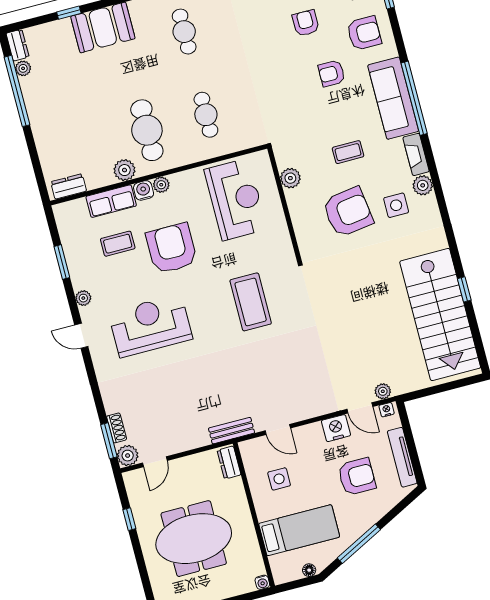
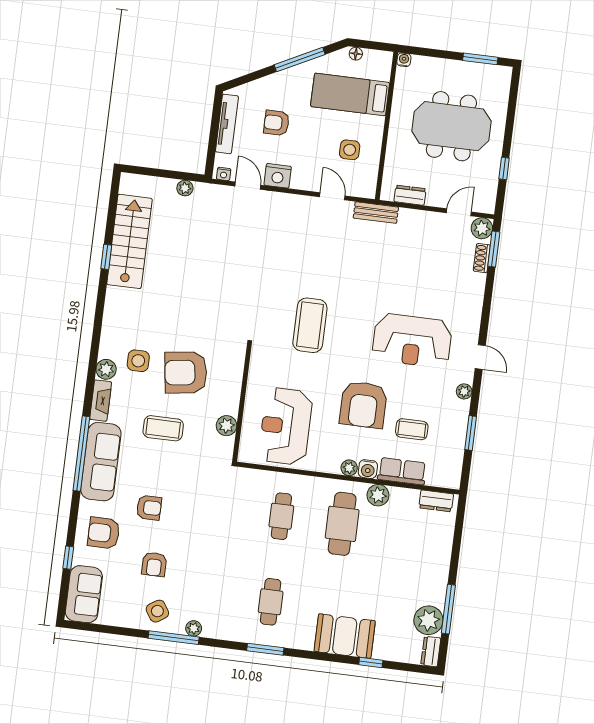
plant: (23, 68) -> (428, 620), width x1.88, depth x1.88
window: (17, 91) -> (448, 609), width x0.68
coffee table: (348, 152) -> (163, 428), width x1.36, depth x1.30
stairs: (440, 315) -> (129, 241), width x0.73, depth x0.66
plant: (383, 391) -> (185, 188), moved
dresser: (229, 463) -> (410, 195), moved, turned -90
armchair: (357, 477) -> (276, 123), width x0.72, depth x0.72

